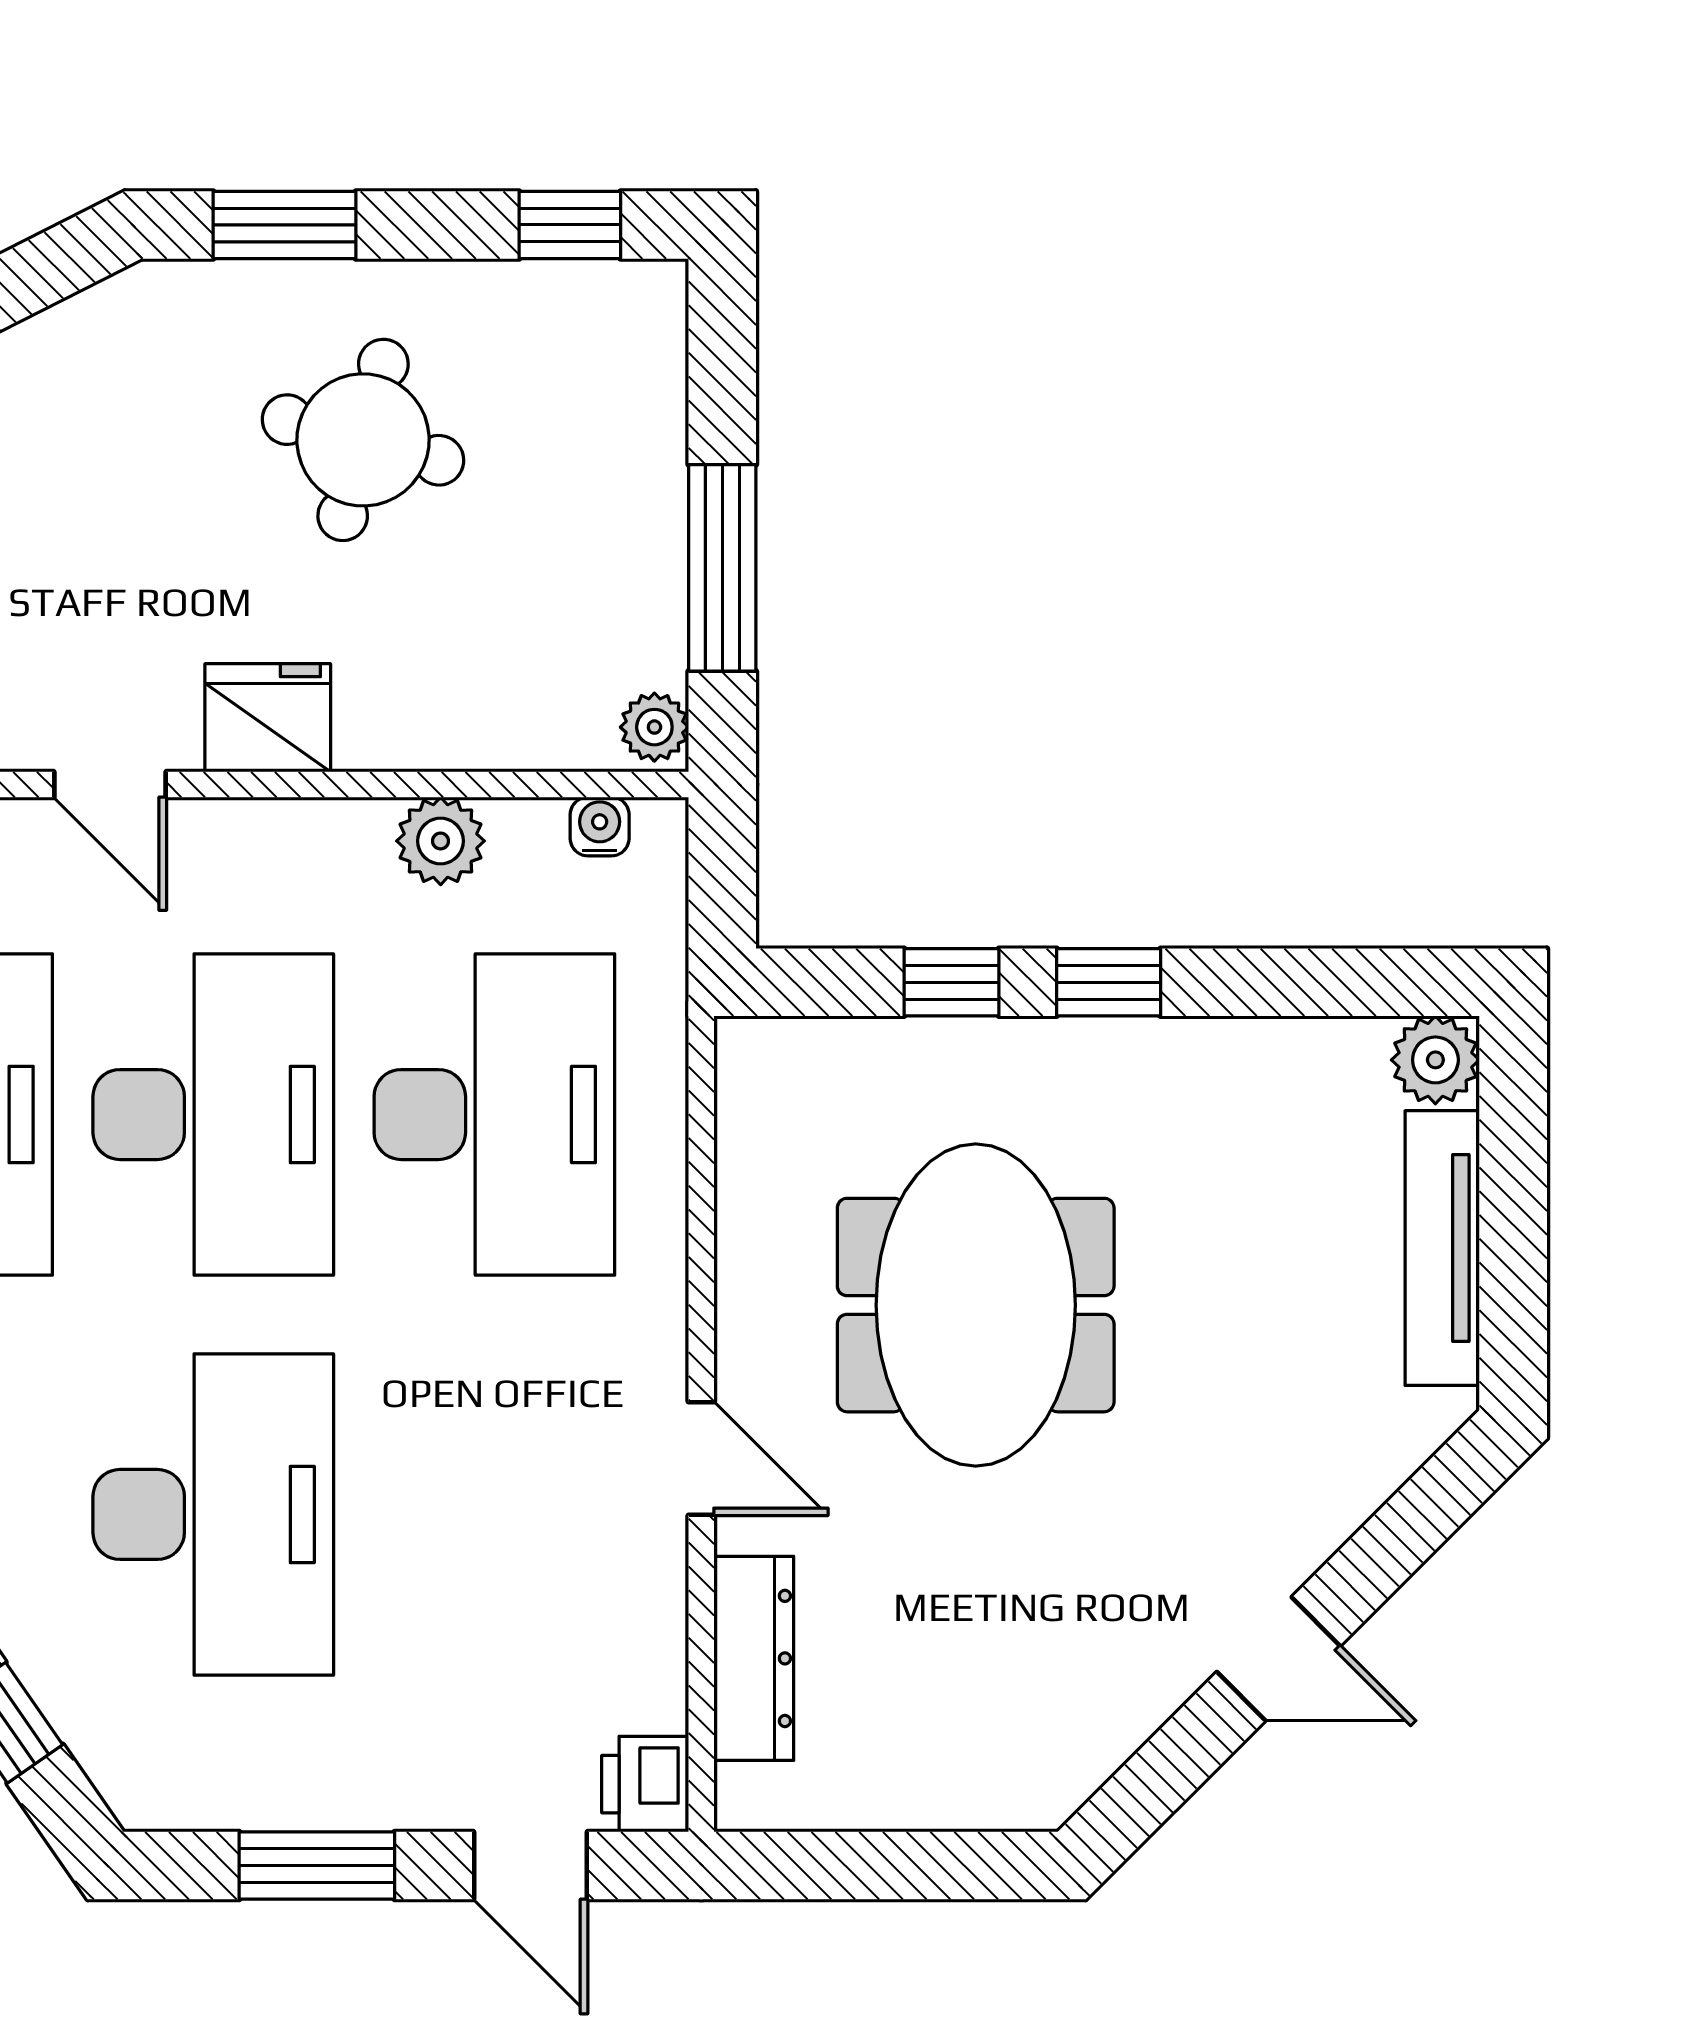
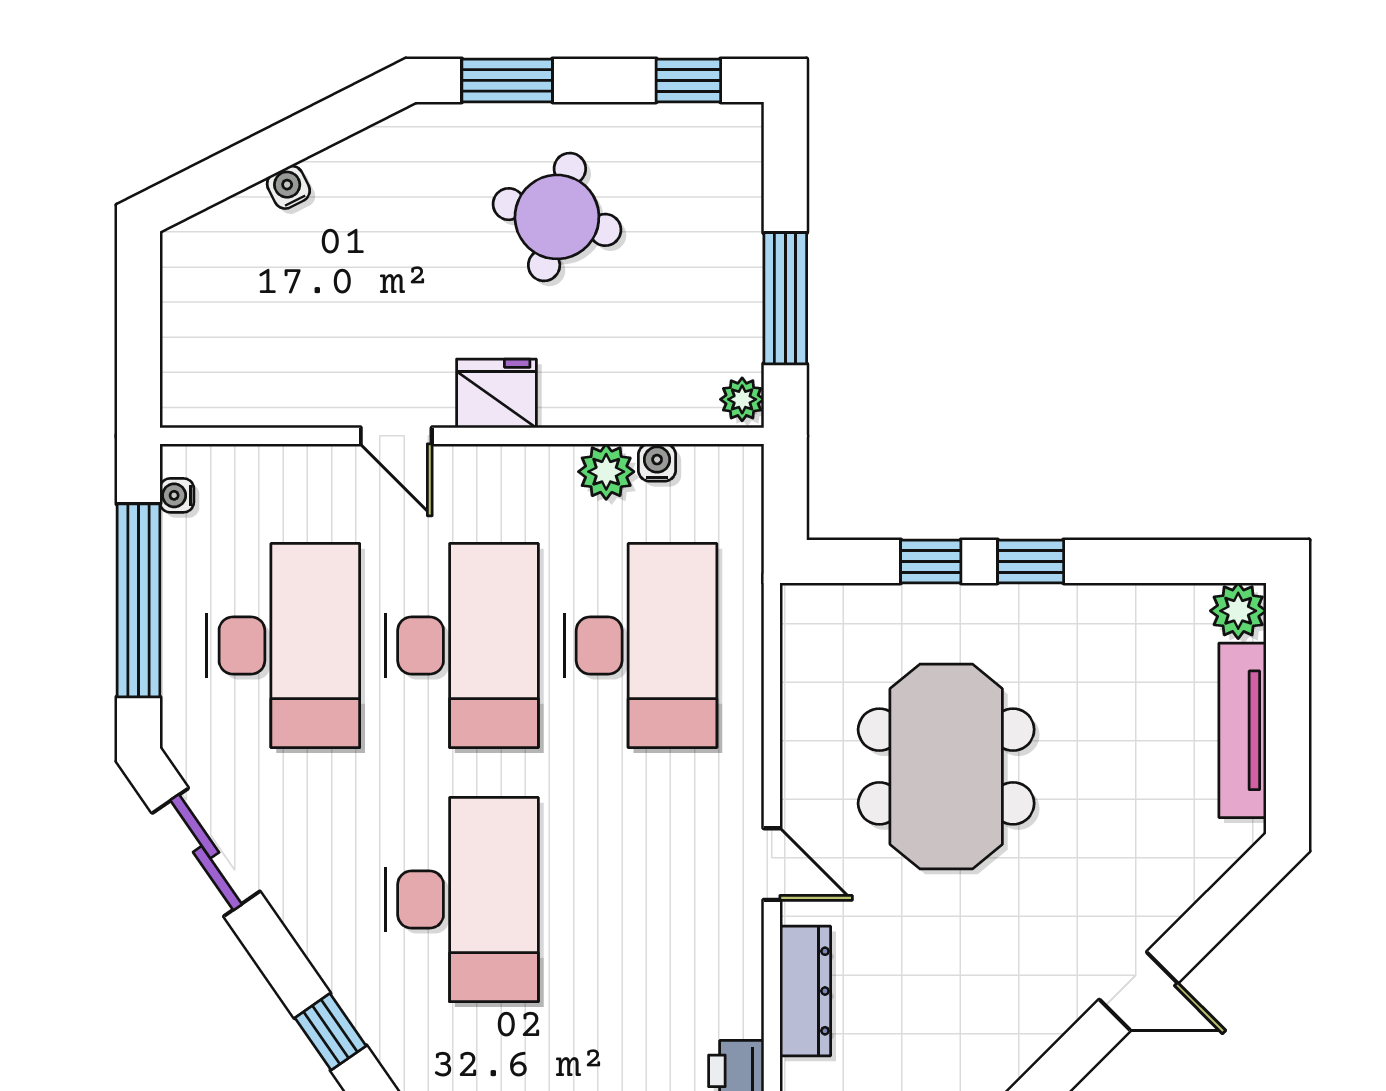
water cooler: (600, 826) -> (657, 463), moved

